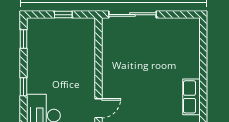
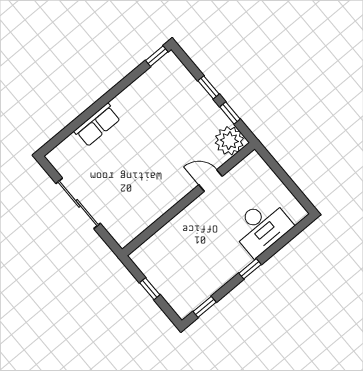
sliding door: (133, 15) -> (78, 203), moved
row of seats: (192, 97) -> (97, 125), moved

